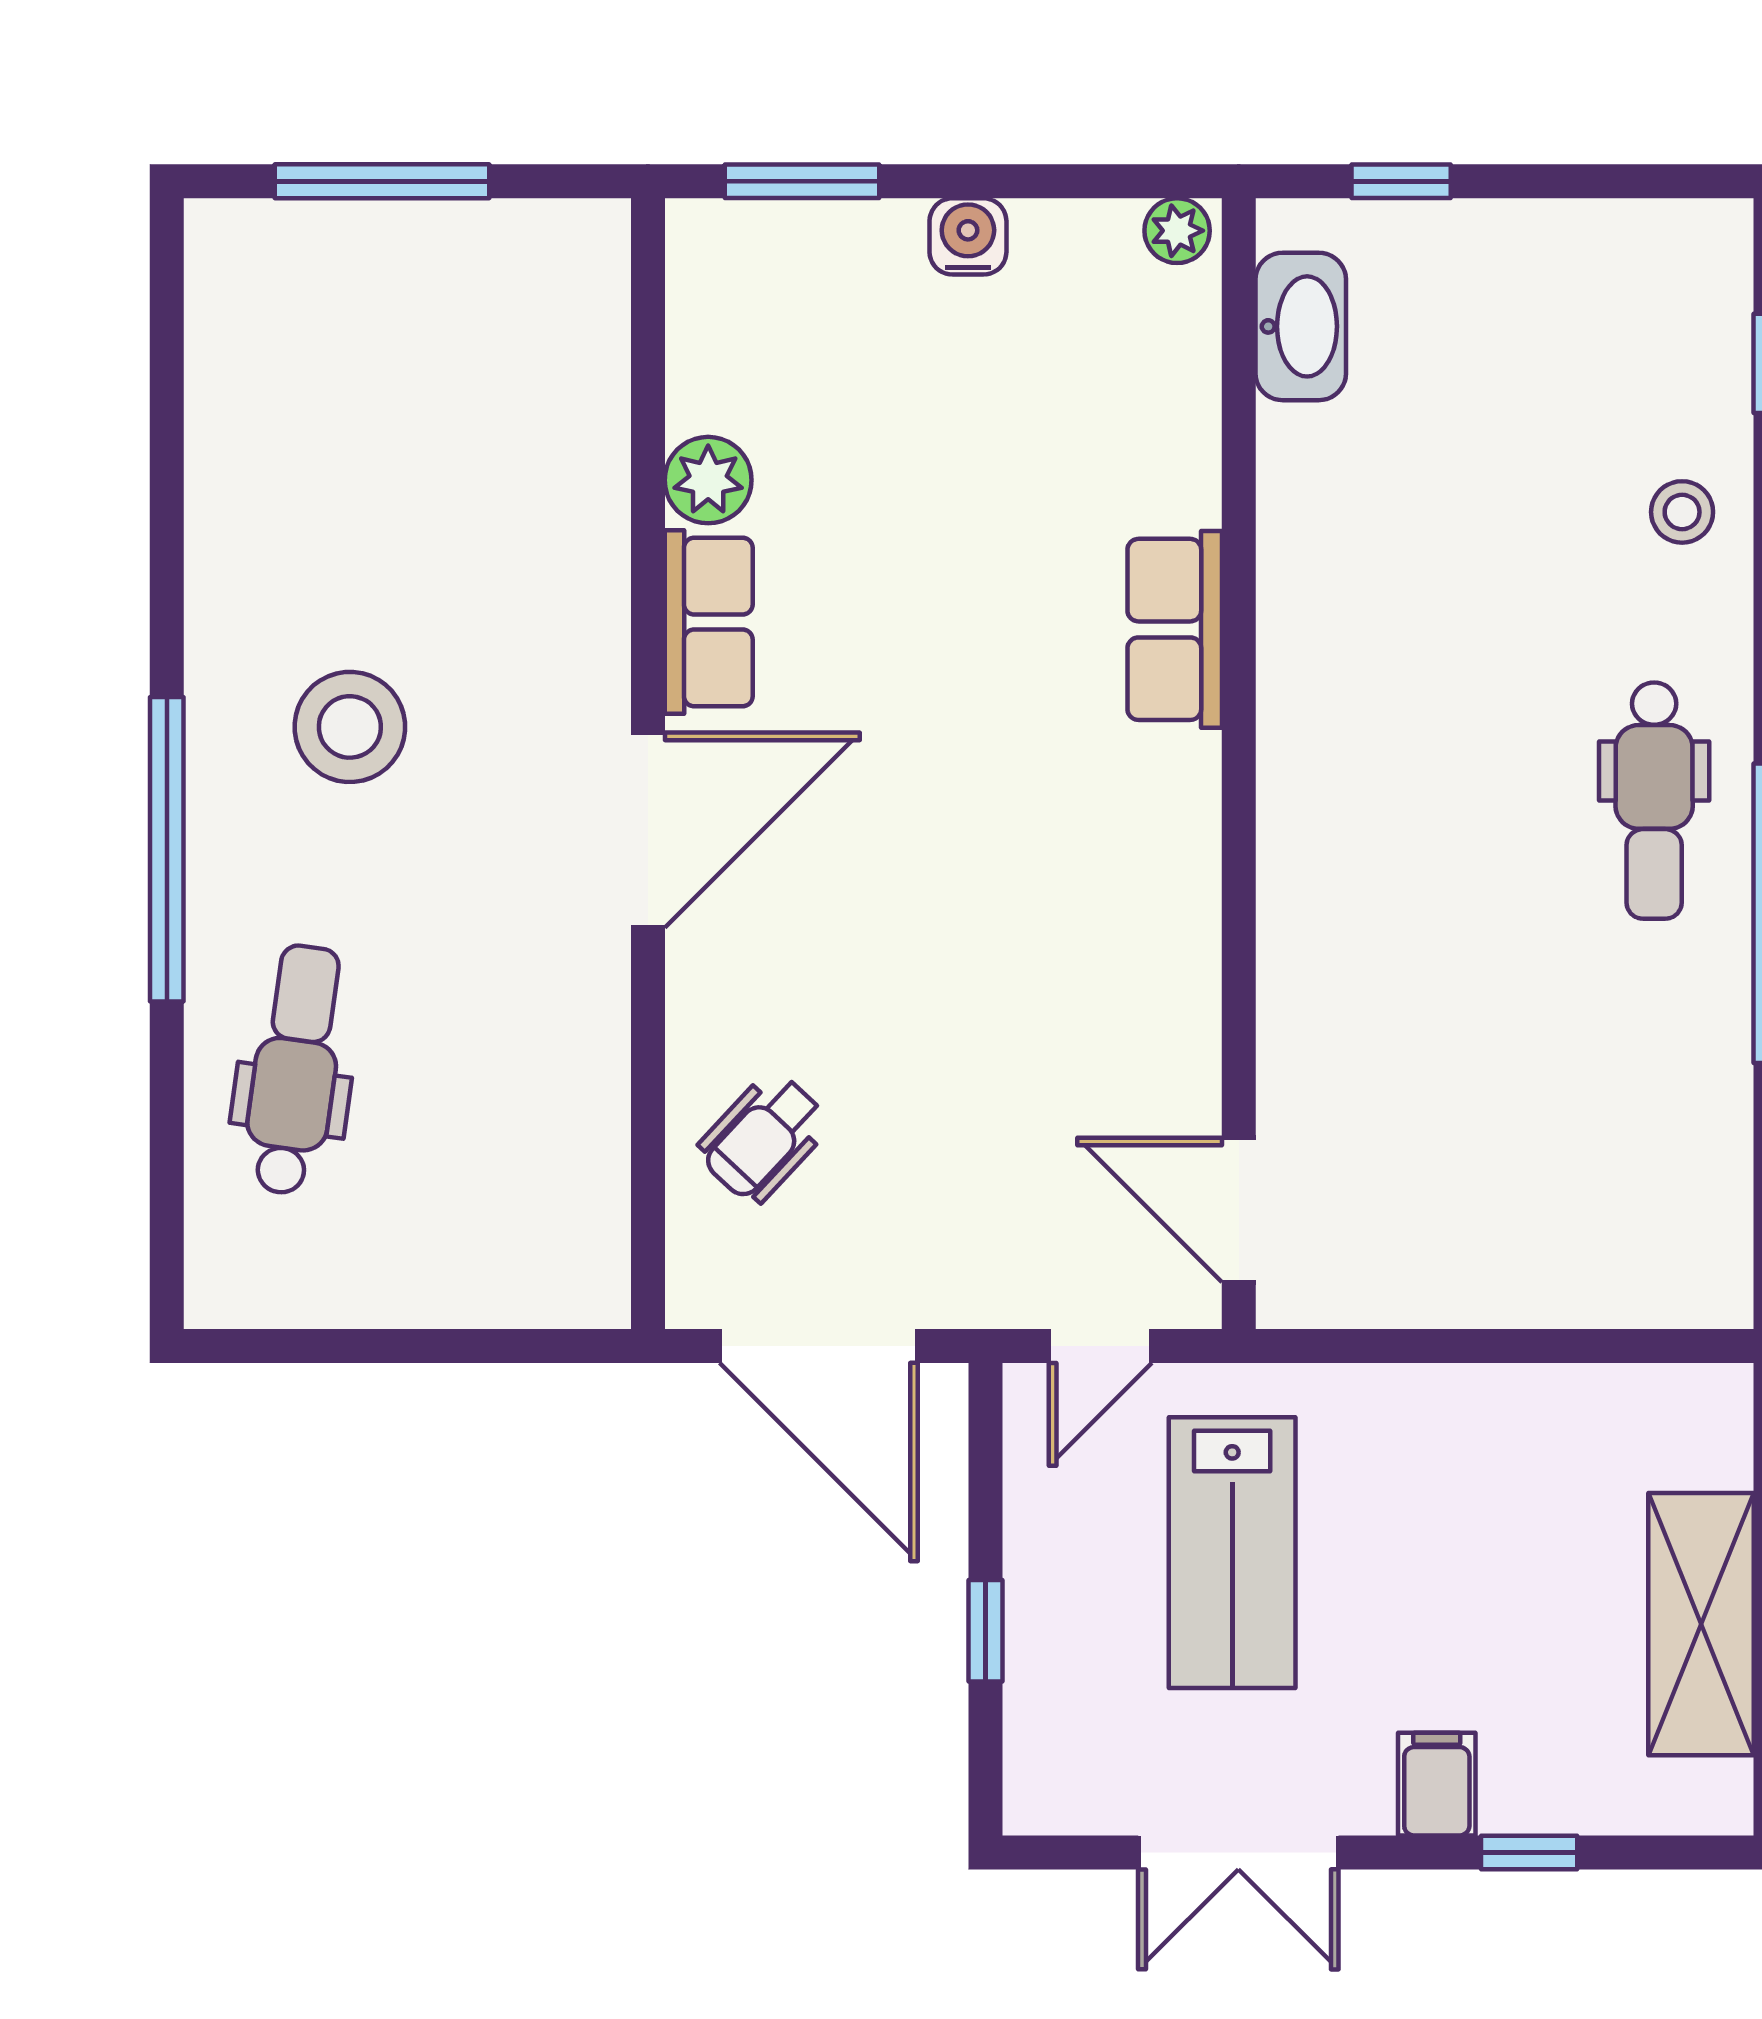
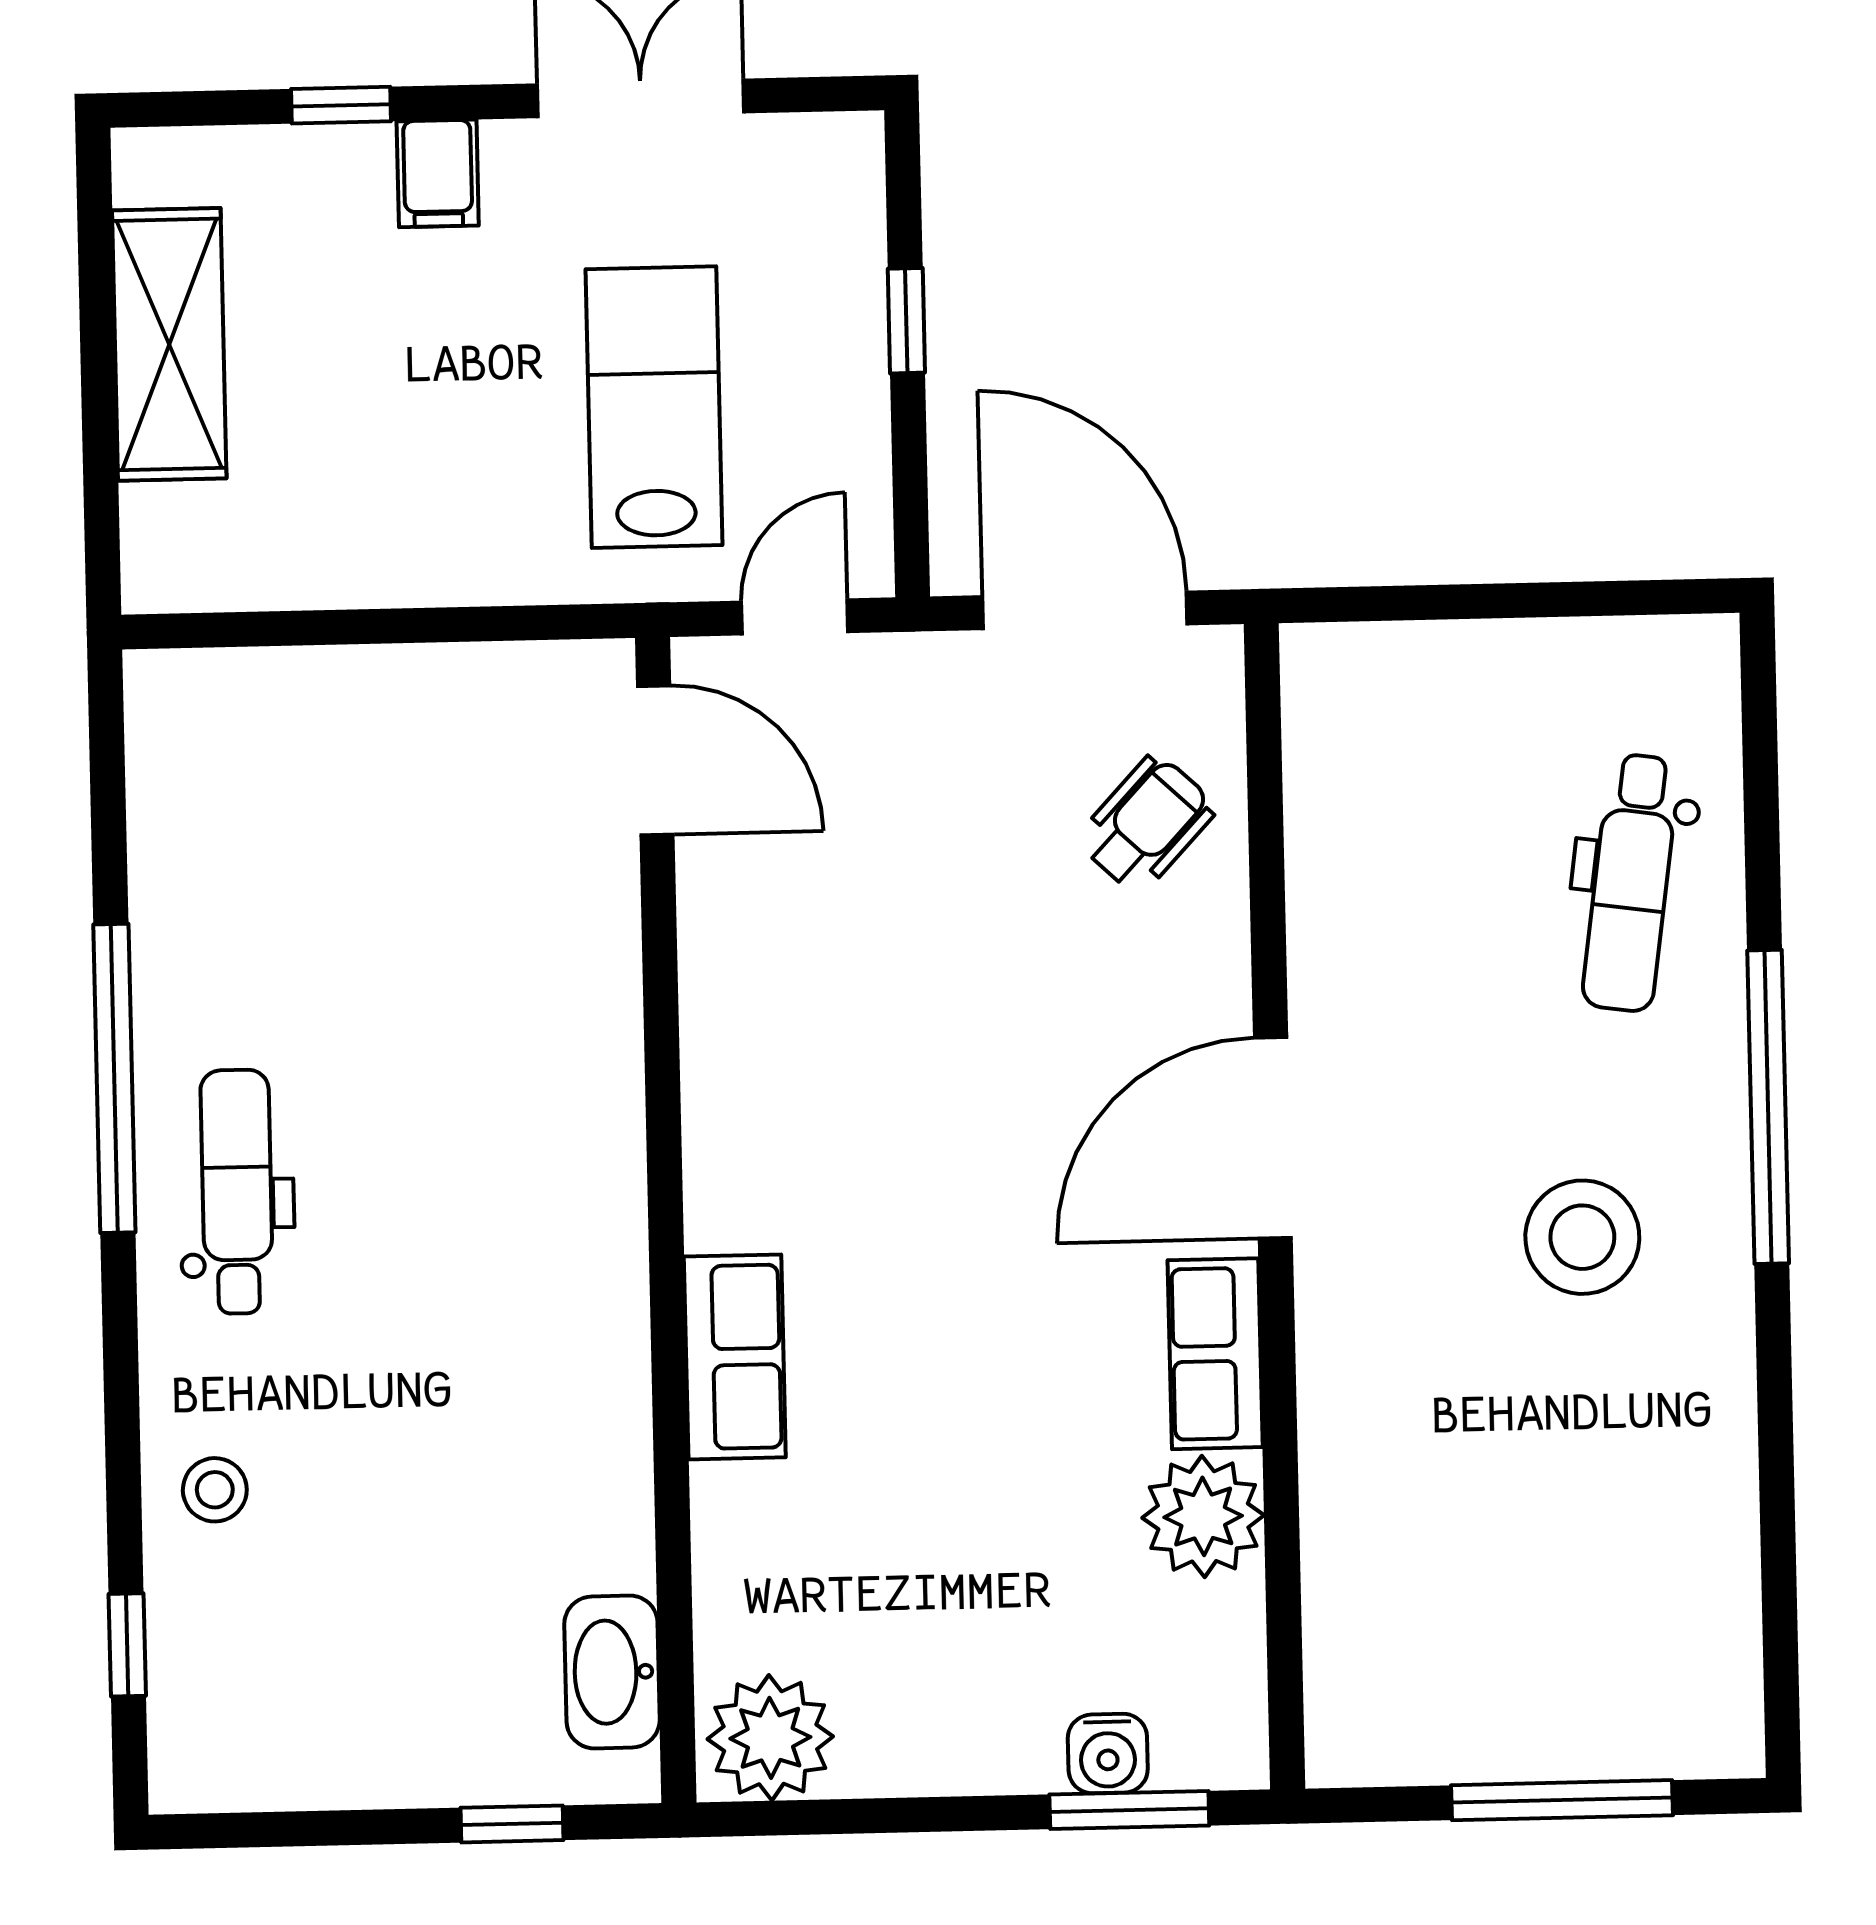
plant: (1177, 231) -> (770, 1738), width x1.87, depth x1.87
water cooler: (968, 236) -> (1108, 1754), moved
plant: (708, 480) -> (1203, 1516), width x1.36, depth x1.36

